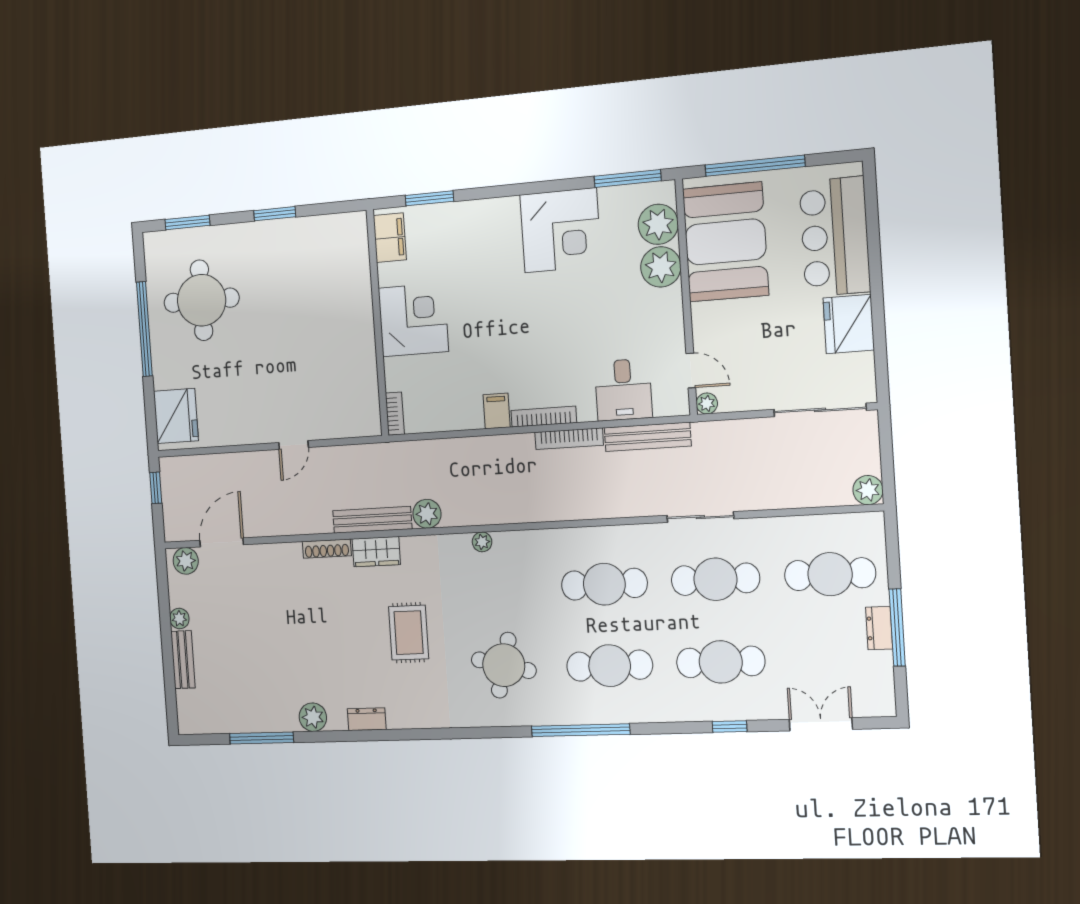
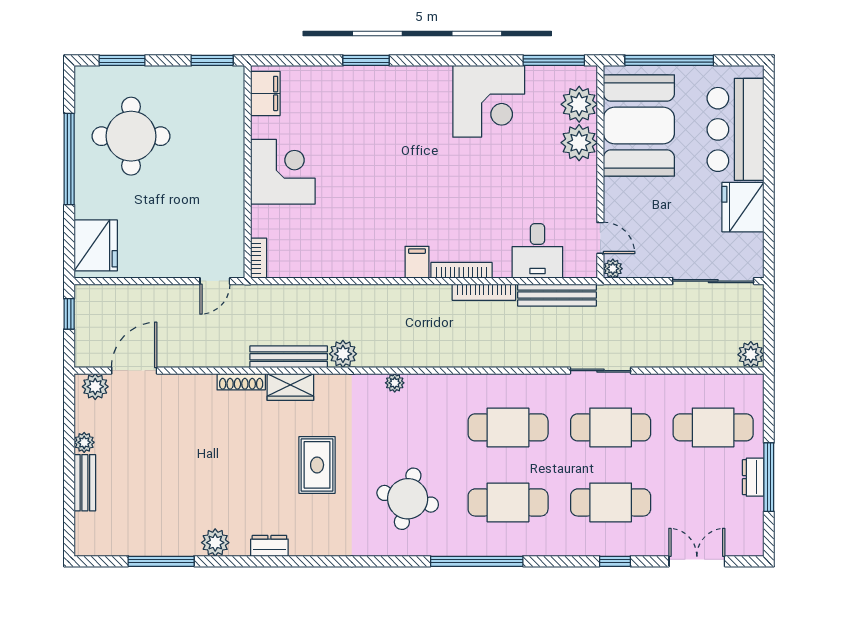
filing cabinet: (390, 238) -> (265, 93), moved
corner desk: (413, 320) -> (283, 172), moved
wall: (377, 323) -> (248, 172), moved
bookcase: (395, 414) -> (259, 258), moved

